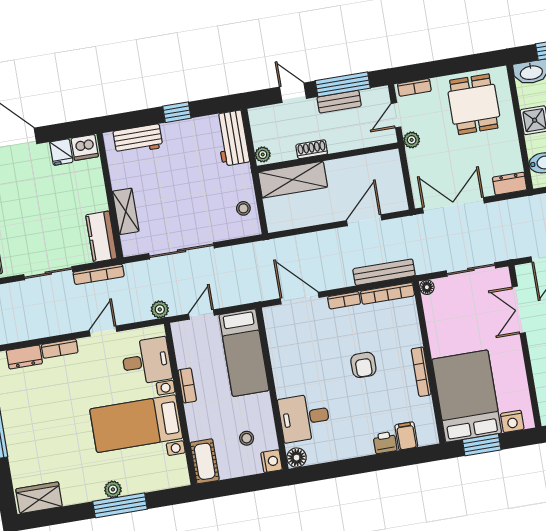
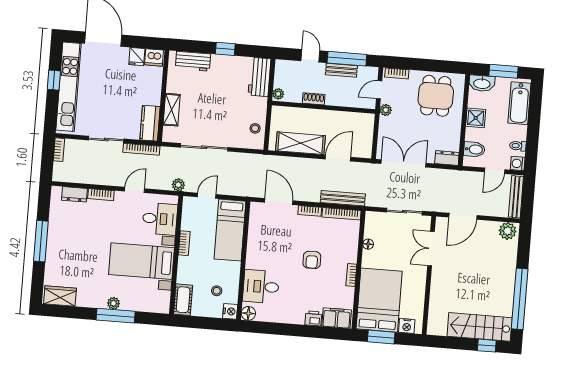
shelving: (293, 180) -> (301, 143), moved
floor lamp: (427, 287) -> (368, 244), moved
bookcase: (421, 372) -> (351, 275), width x0.64
filing cabinet: (406, 436) -> (337, 318), width x2.00

